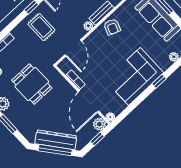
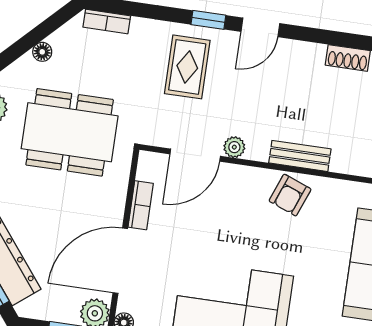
plant: (88, 26) -> (234, 147), moved
dining table: (32, 84) -> (70, 132), width x1.38

